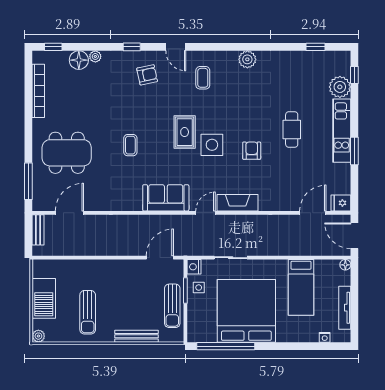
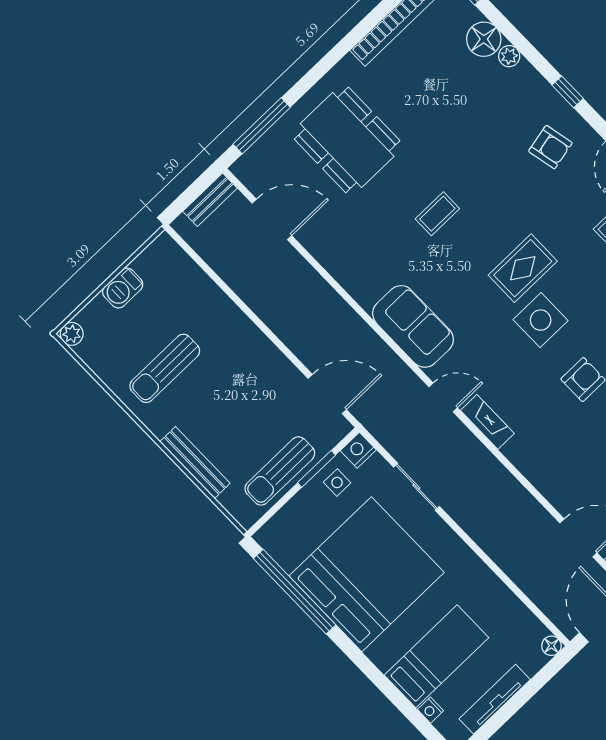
fireplace: (238, 203) -> (487, 422), width x0.73, depth x0.76
bed: (301, 287) -> (437, 656), moved, turned 180
barbecue: (44, 298) -> (123, 288), width x0.53, depth x0.65

